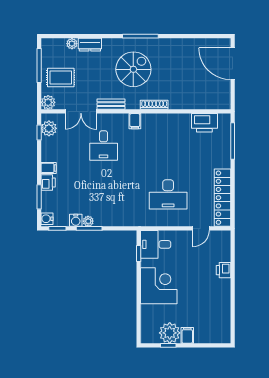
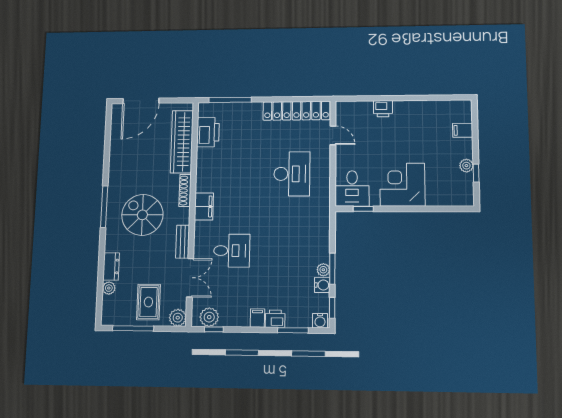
wardrobe: (196, 101) -> (182, 142), added
filing cabinet: (135, 121) -> (204, 206), width x2.00
plant: (170, 333) -> (466, 166), width x0.53, depth x0.53
filing cabinet: (187, 335) -> (463, 130), moved

